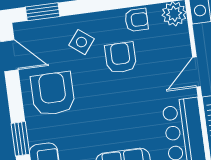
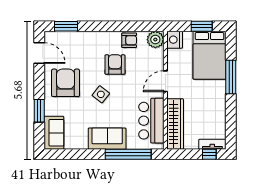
side table: (81, 42) -> (101, 94), moved

